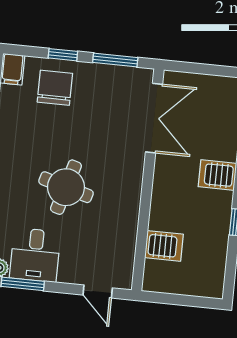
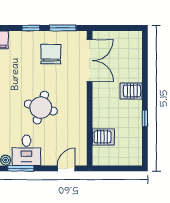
chair: (55, 88) -> (51, 54), moved
door: (98, 291) -> (66, 168), swing flipped

